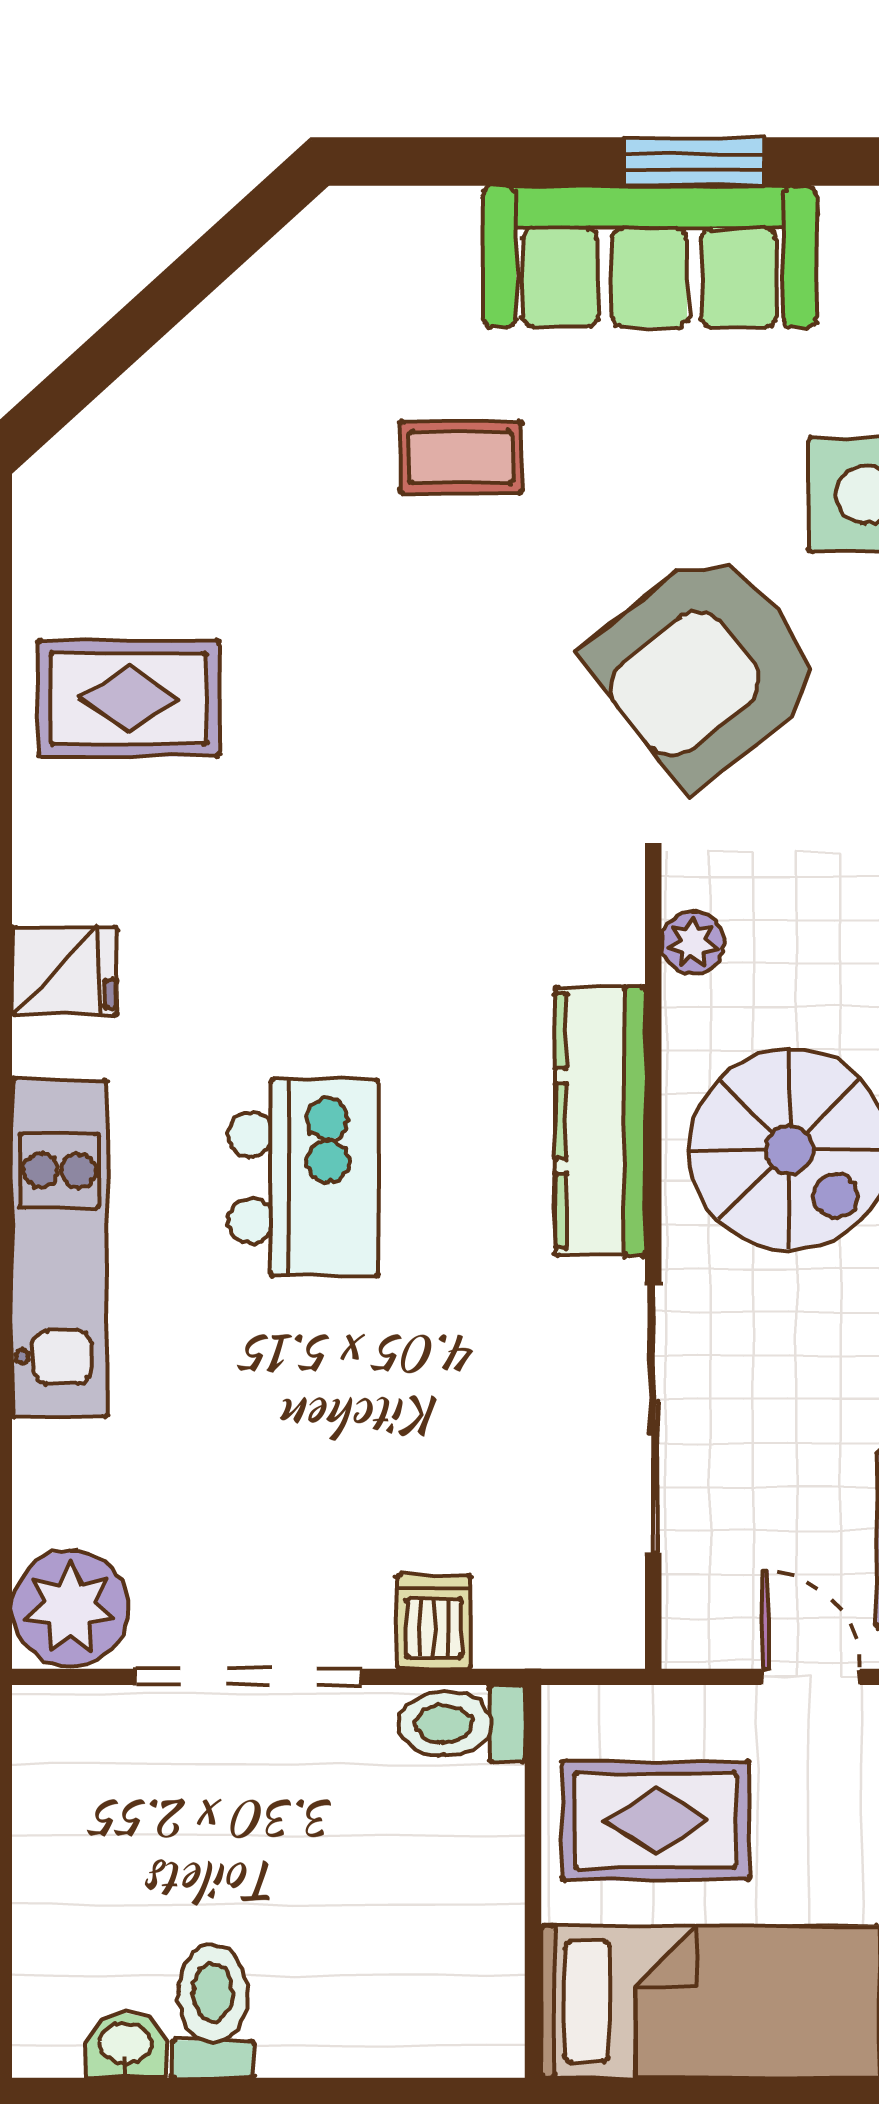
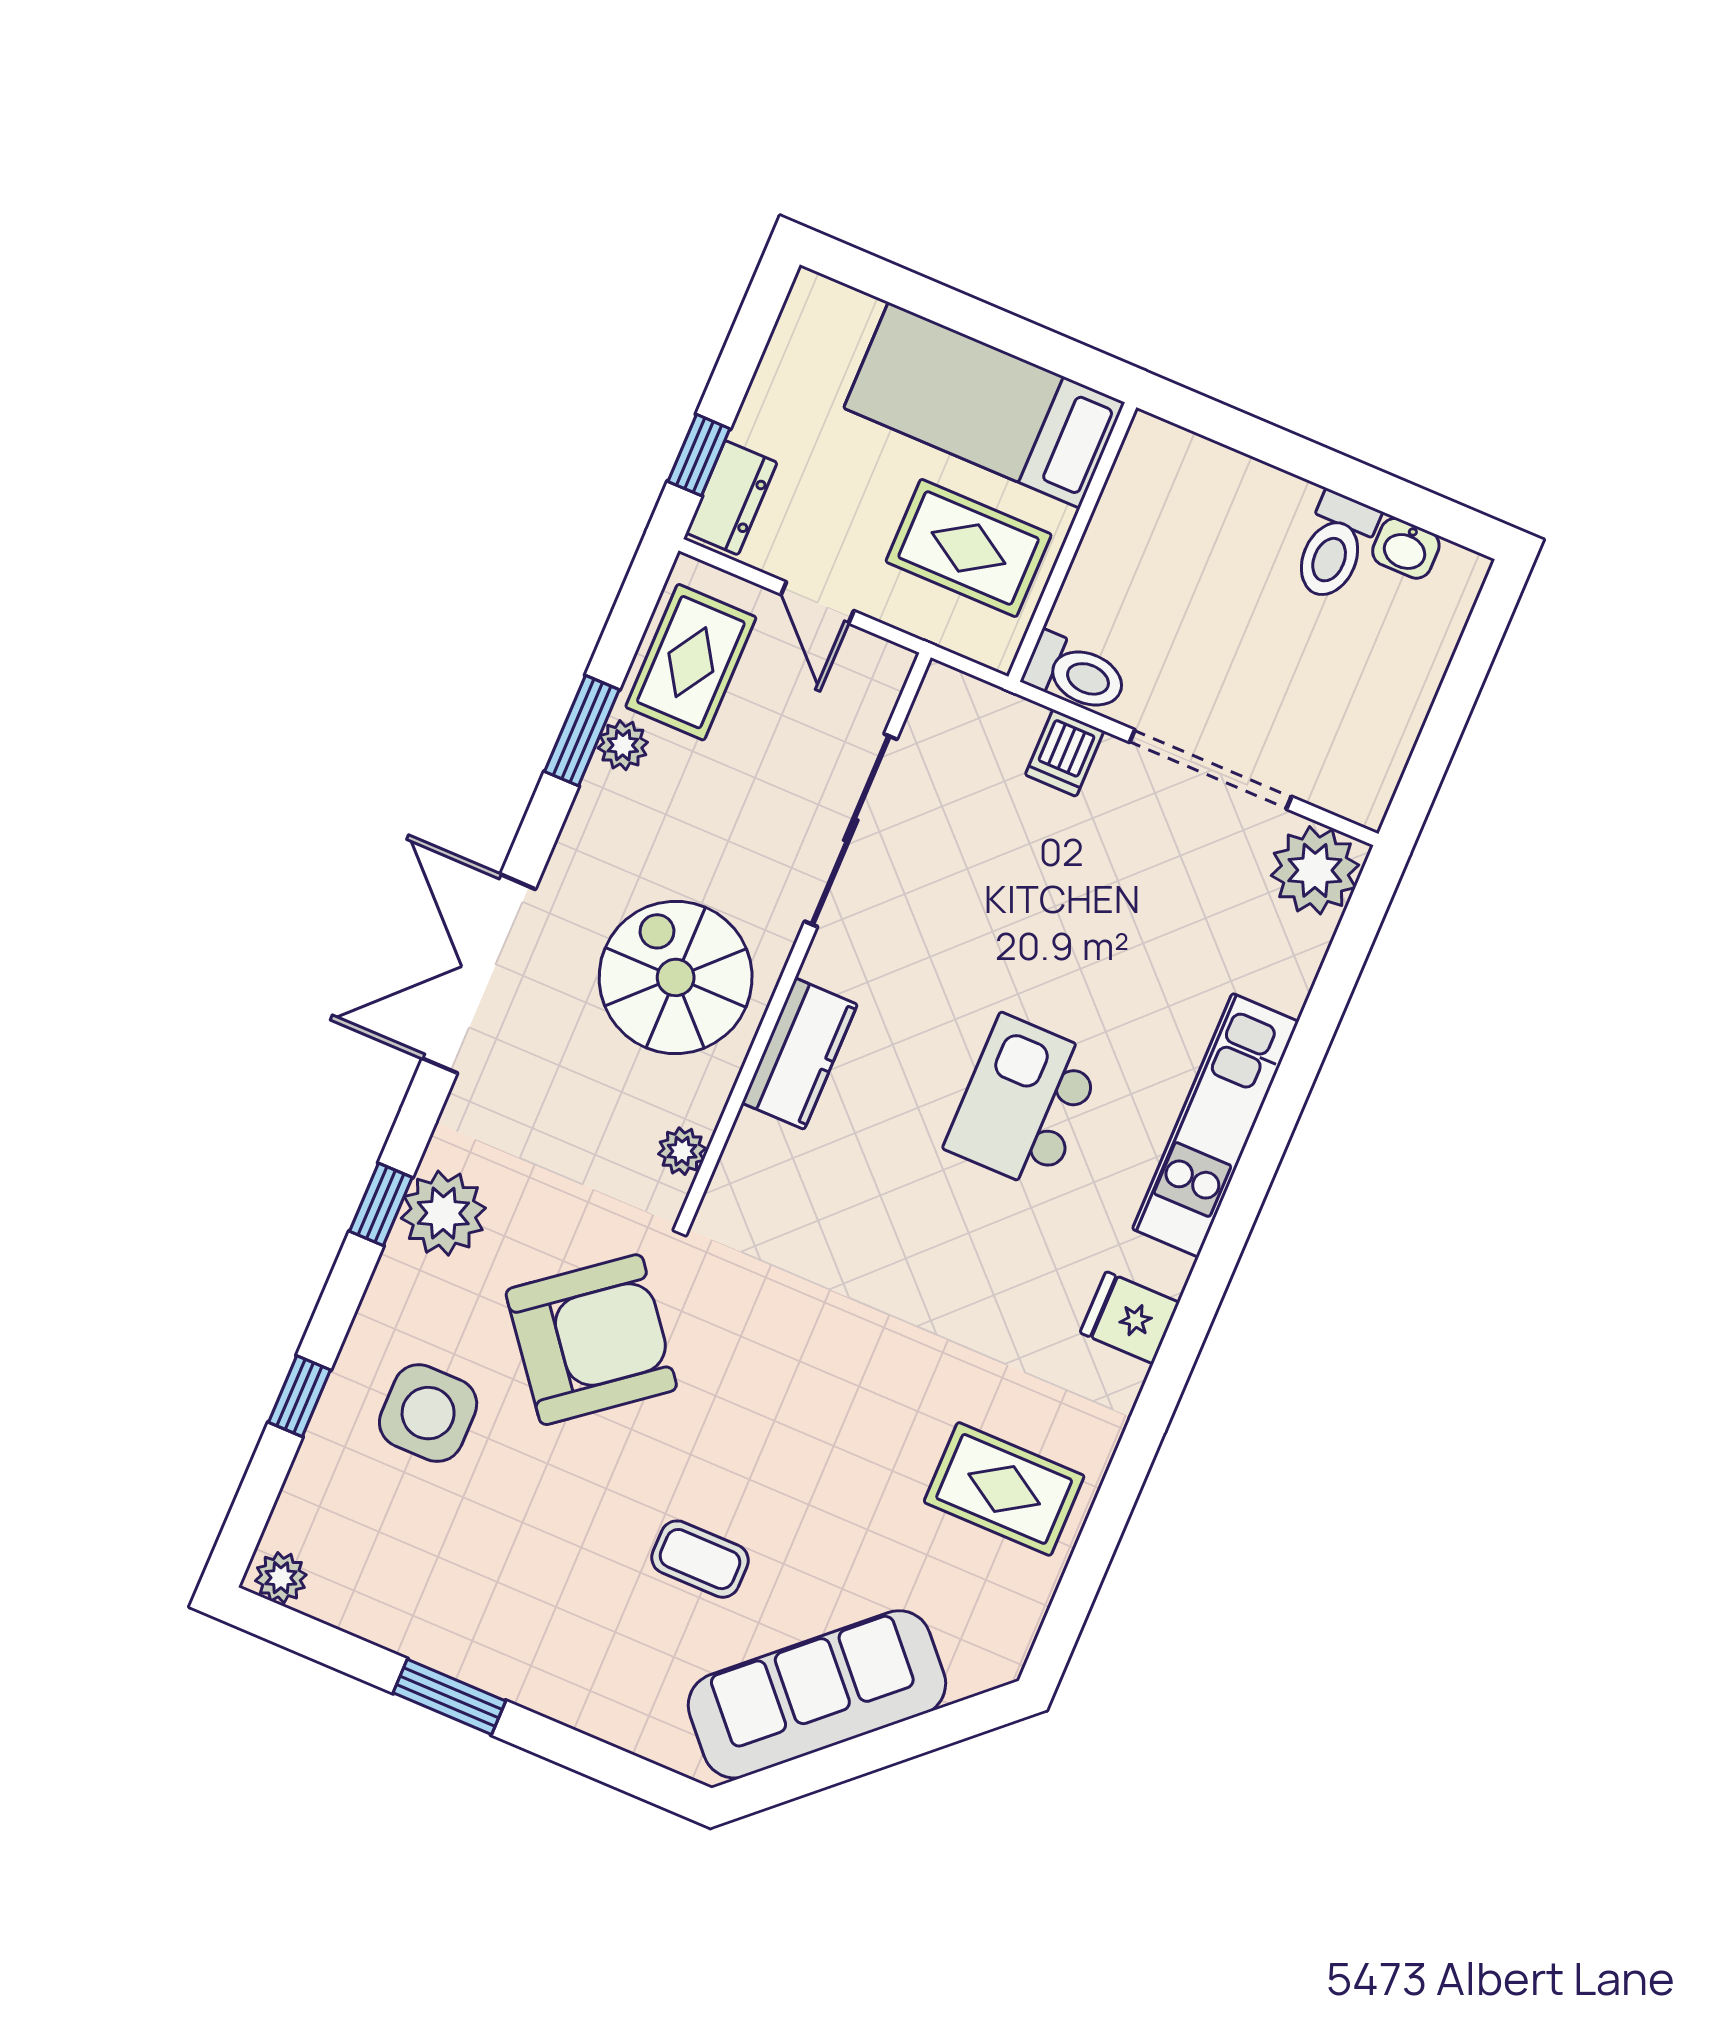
sofa: (650, 256) -> (817, 1694), moved, turned -42
kitchen counter: (600, 1121) -> (800, 1054), width x0.67

